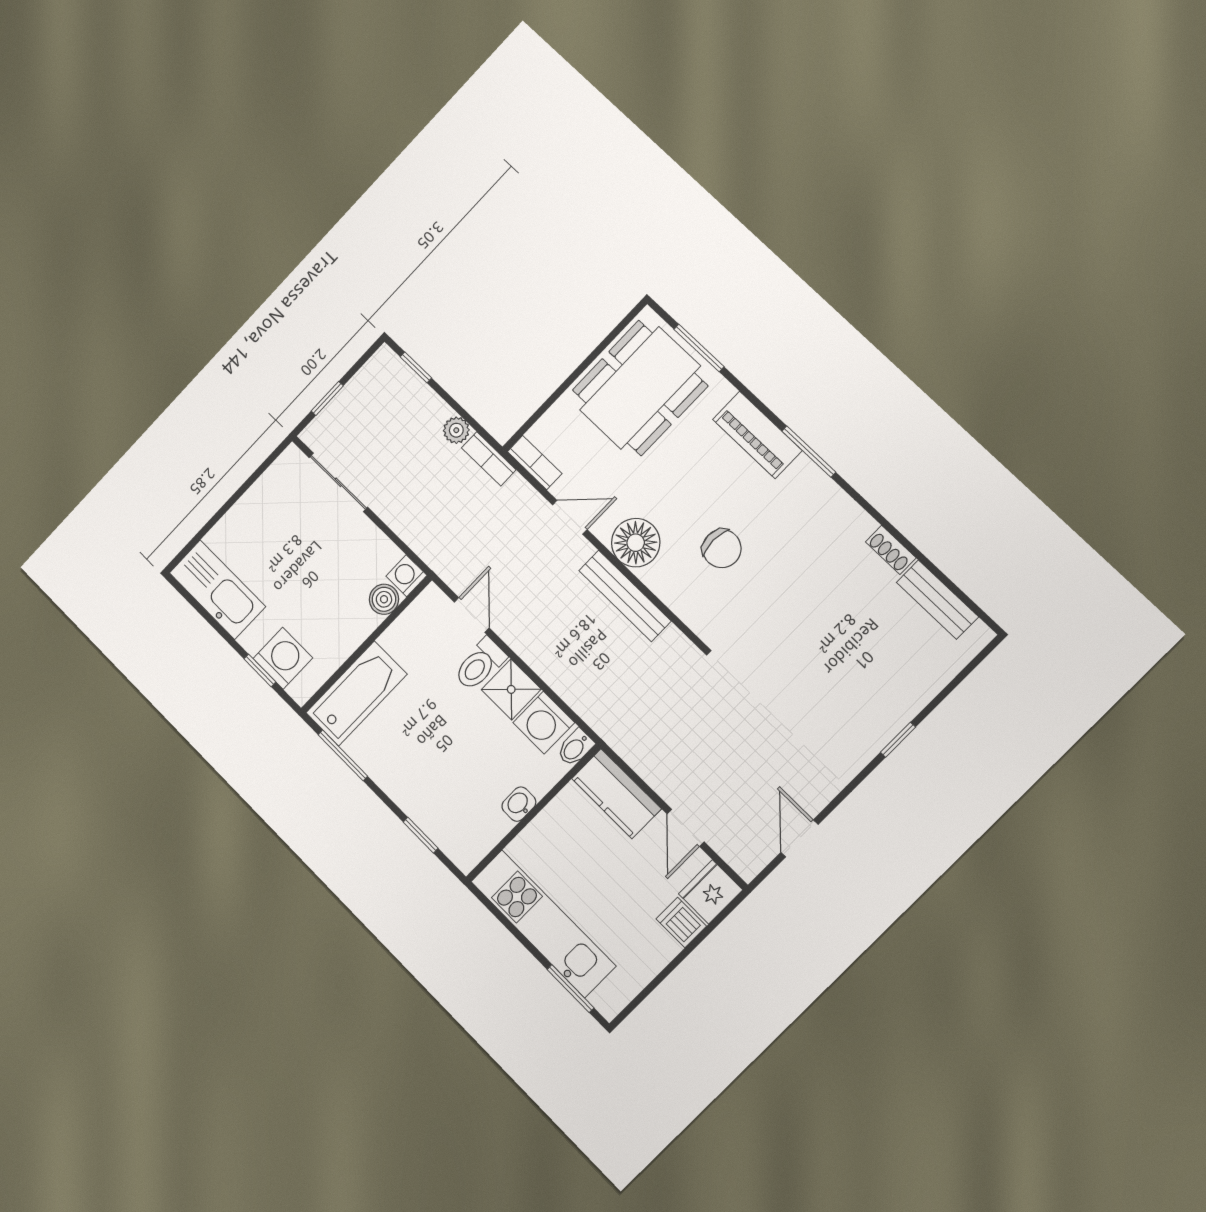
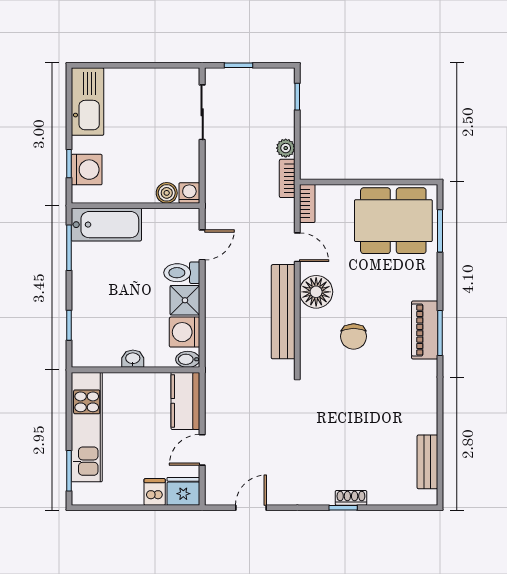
piano: (757, 435) -> (425, 330), moved
shoe rack: (891, 550) -> (351, 498), moved, turned 90
bench: (625, 596) -> (283, 312), width x1.37, depth x1.21

